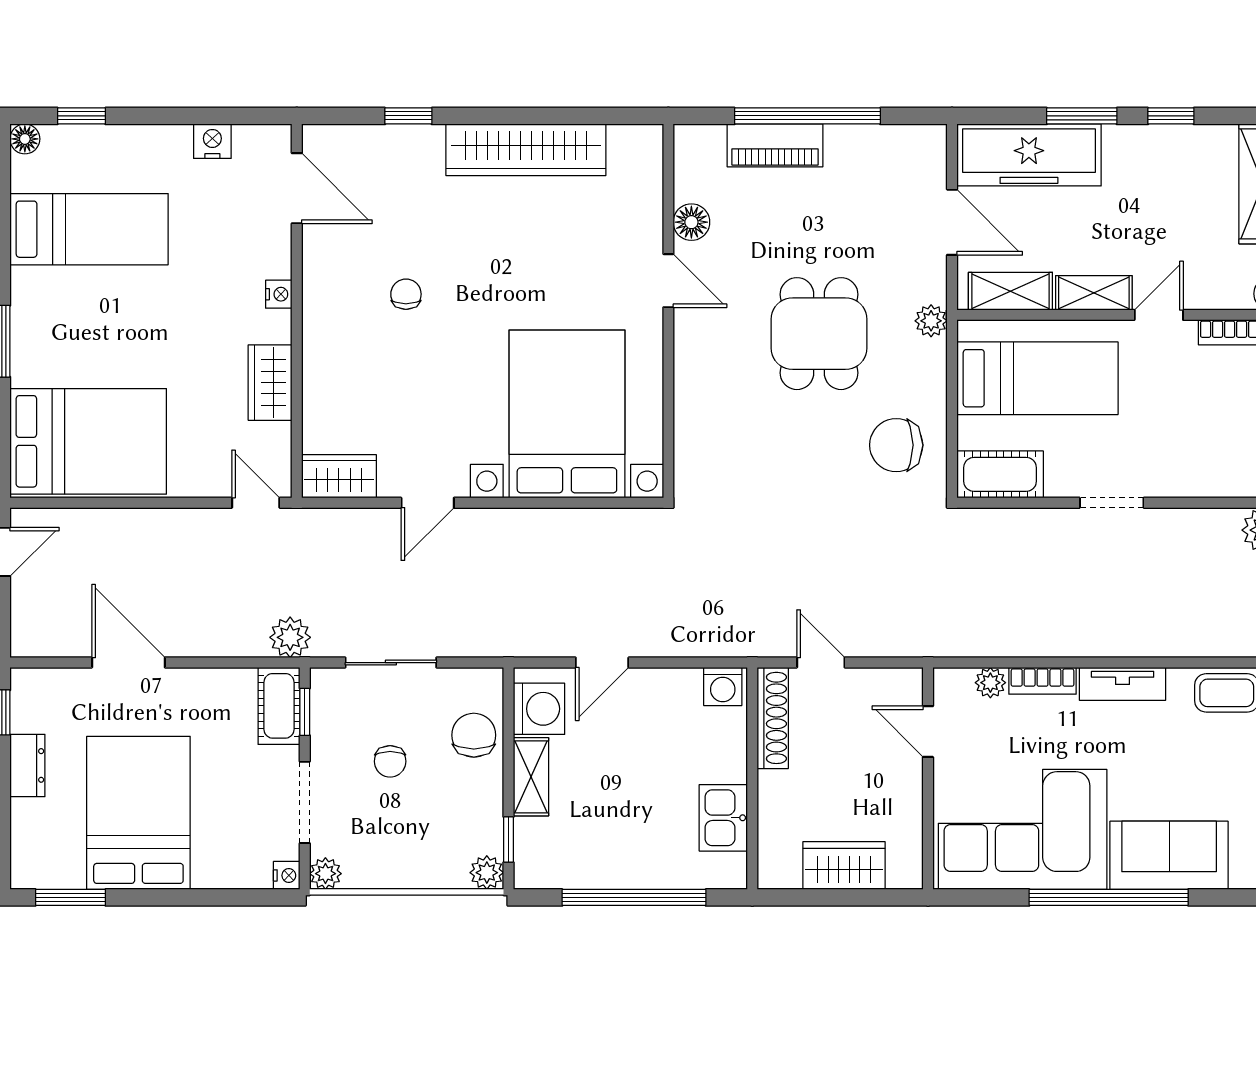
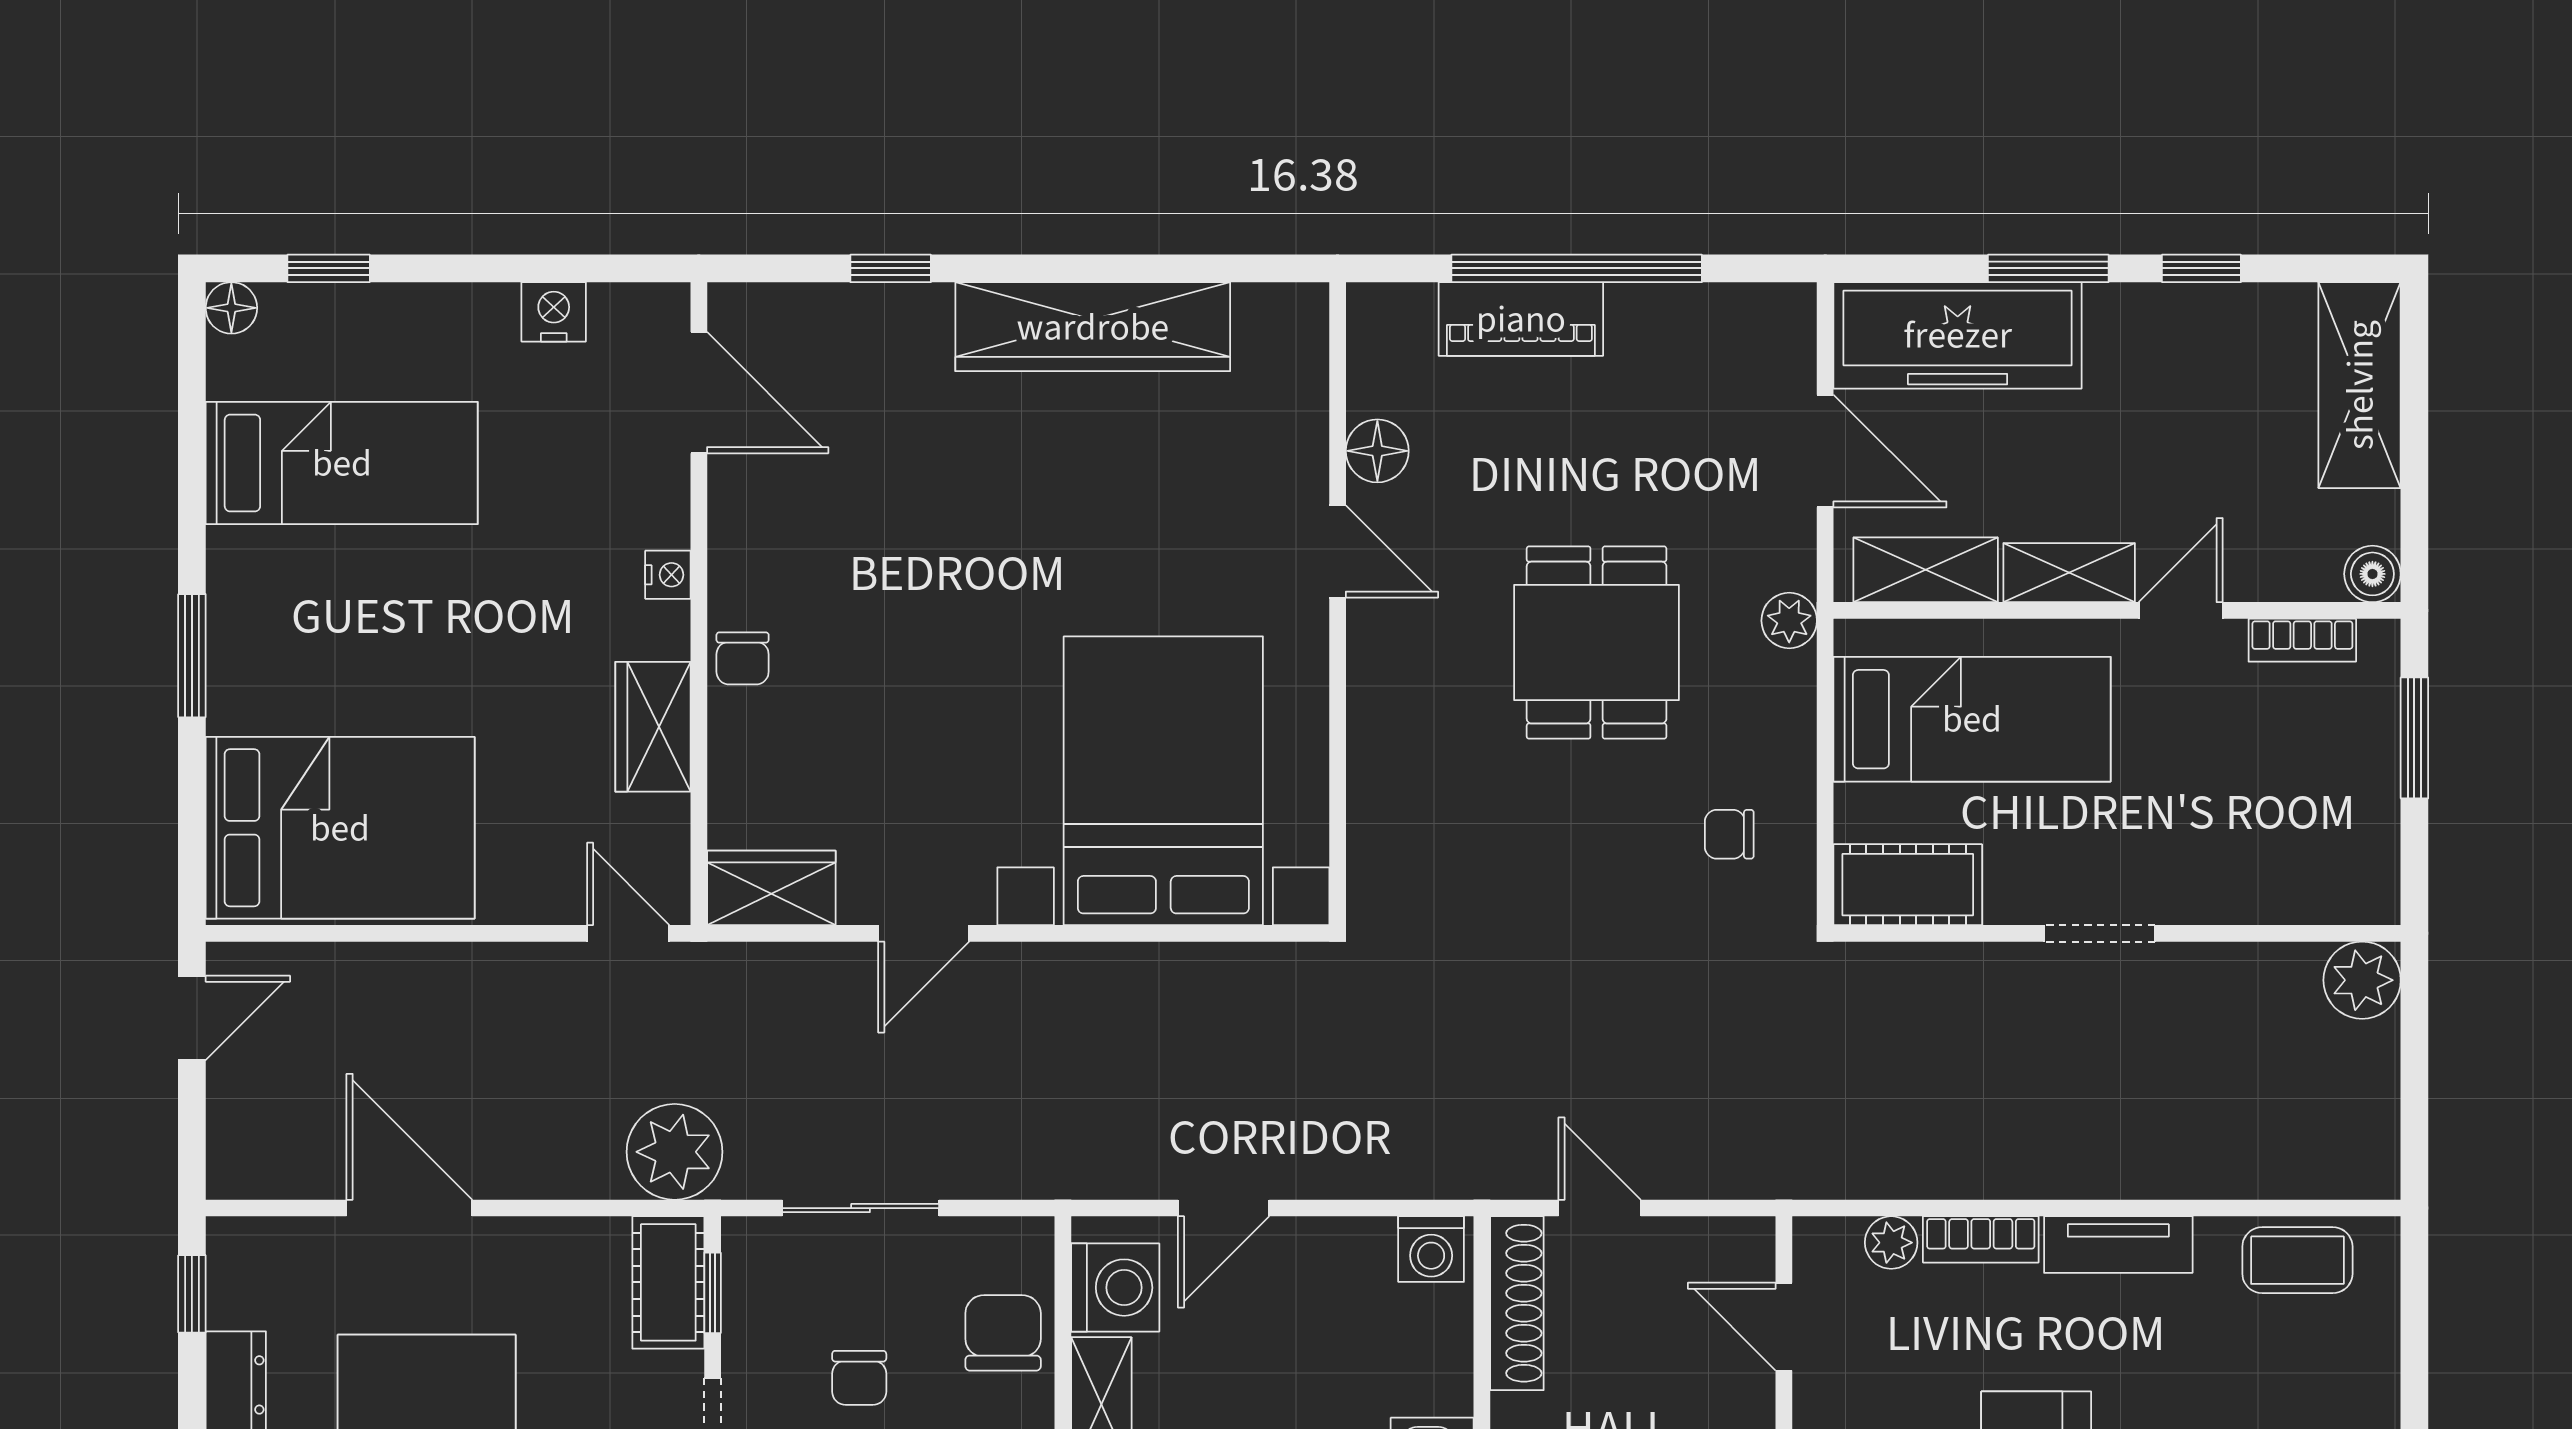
chair: (406, 294) -> (743, 658), moved, turned 180
chair: (896, 445) -> (1729, 834), width x0.54, depth x0.54
plant: (290, 637) -> (675, 1152), width x1.36, depth x1.36

